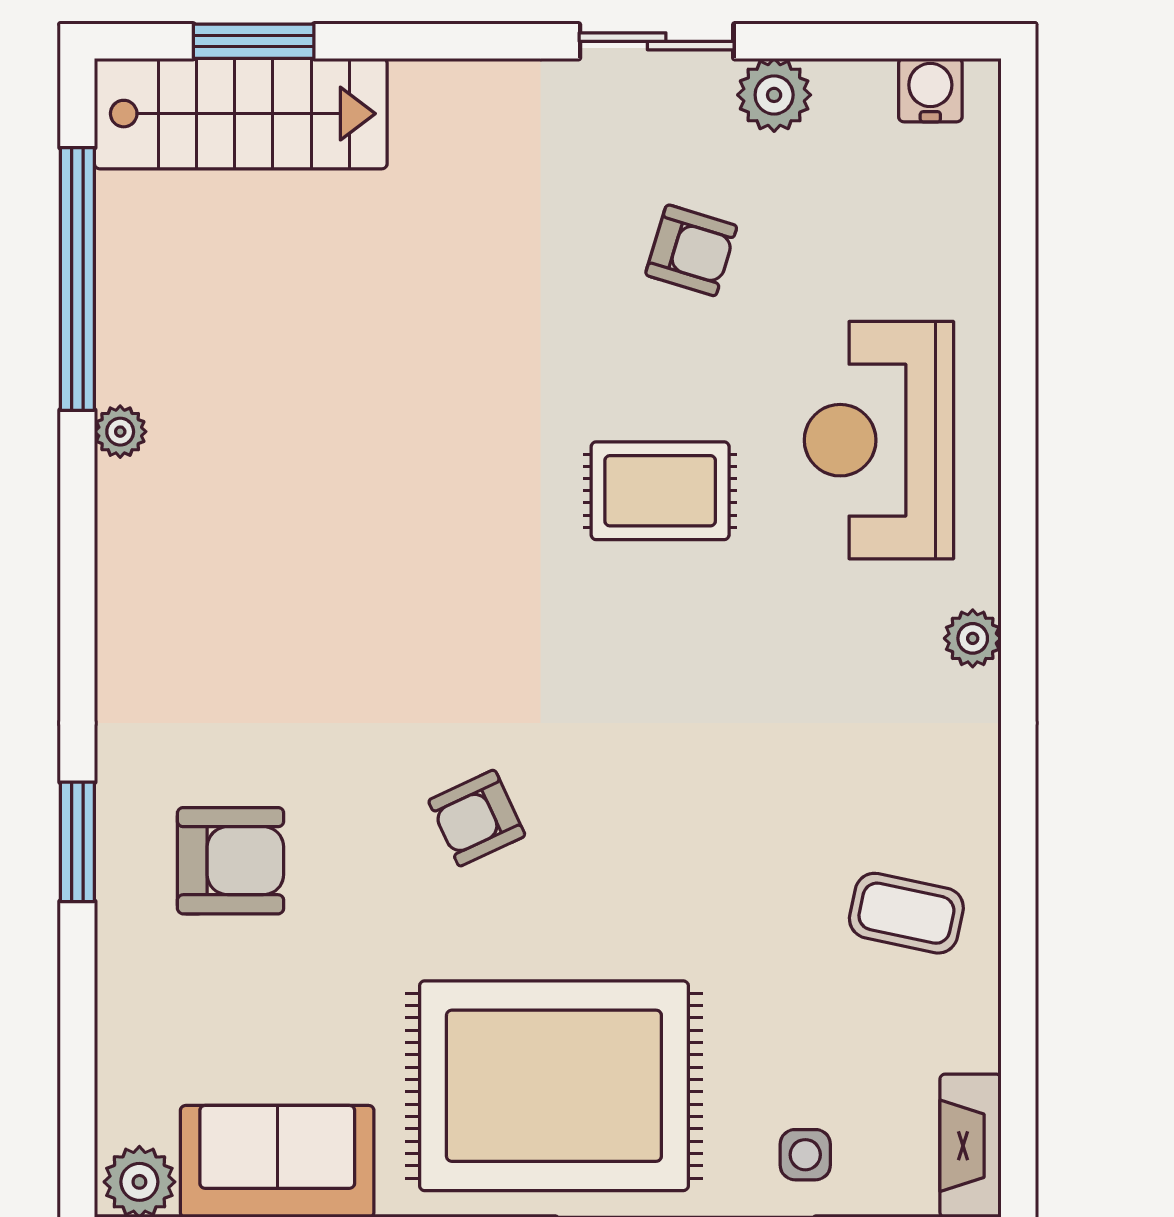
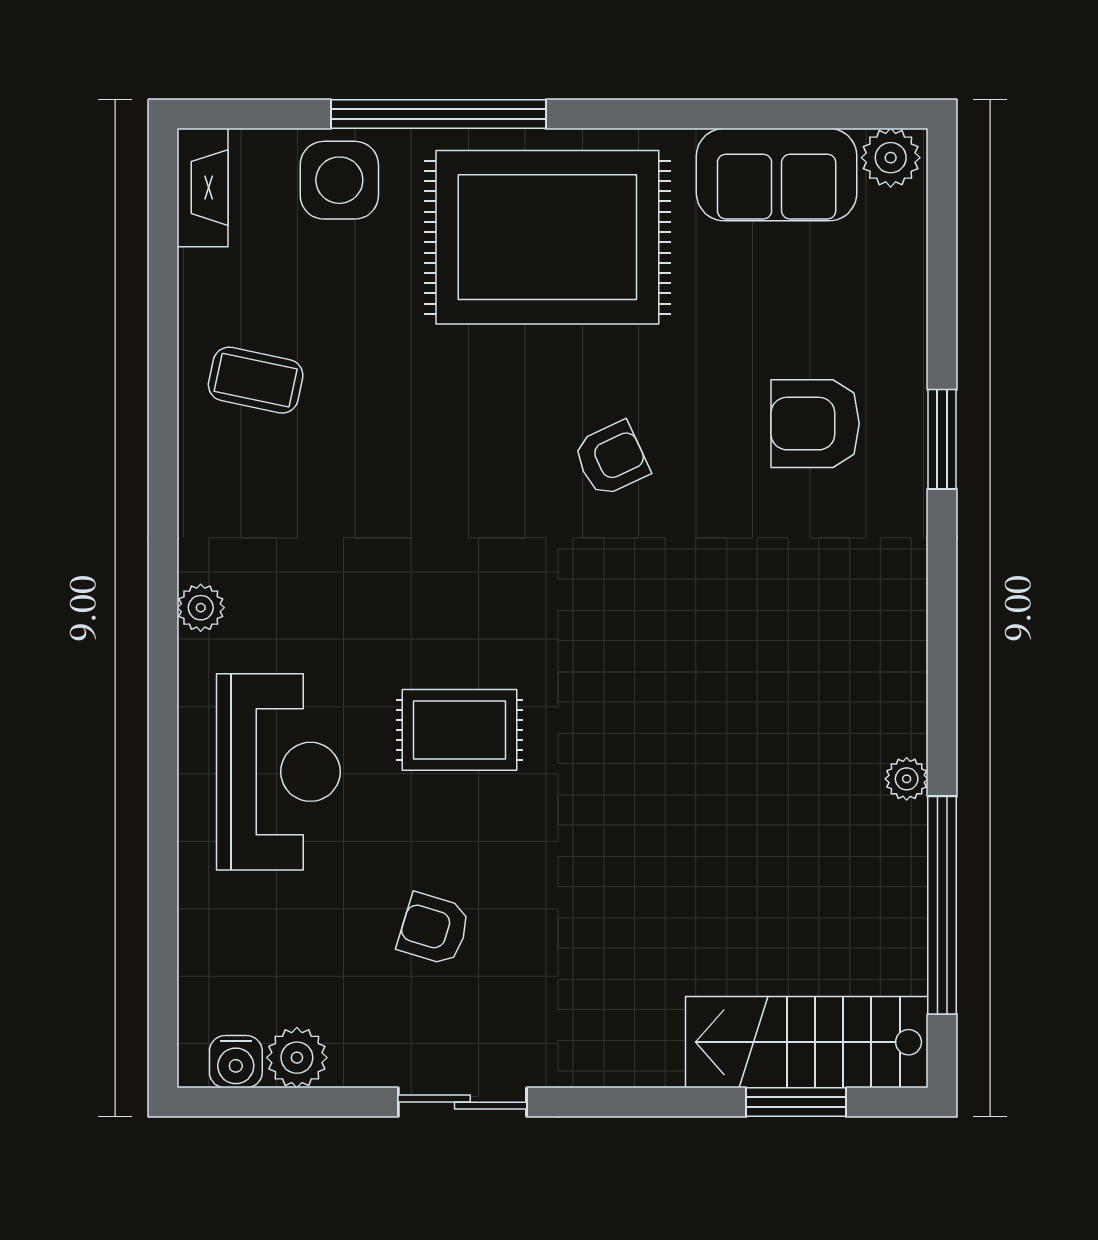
plant: (774, 95) -> (297, 1058), moved
side table: (805, 1155) -> (339, 180), width x1.87, depth x1.87

